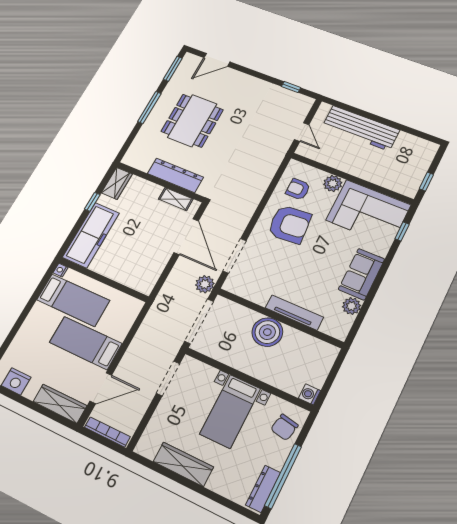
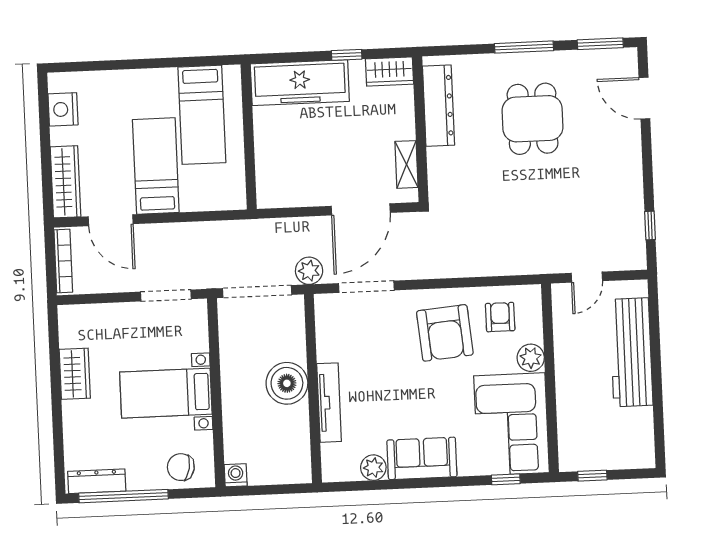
dining table: (192, 121) -> (533, 119), width x0.73
dresser: (175, 175) -> (439, 106), moved
nightstand: (61, 270) -> (232, 73), removed
wardrobe: (183, 464) -> (75, 374), width x0.67

